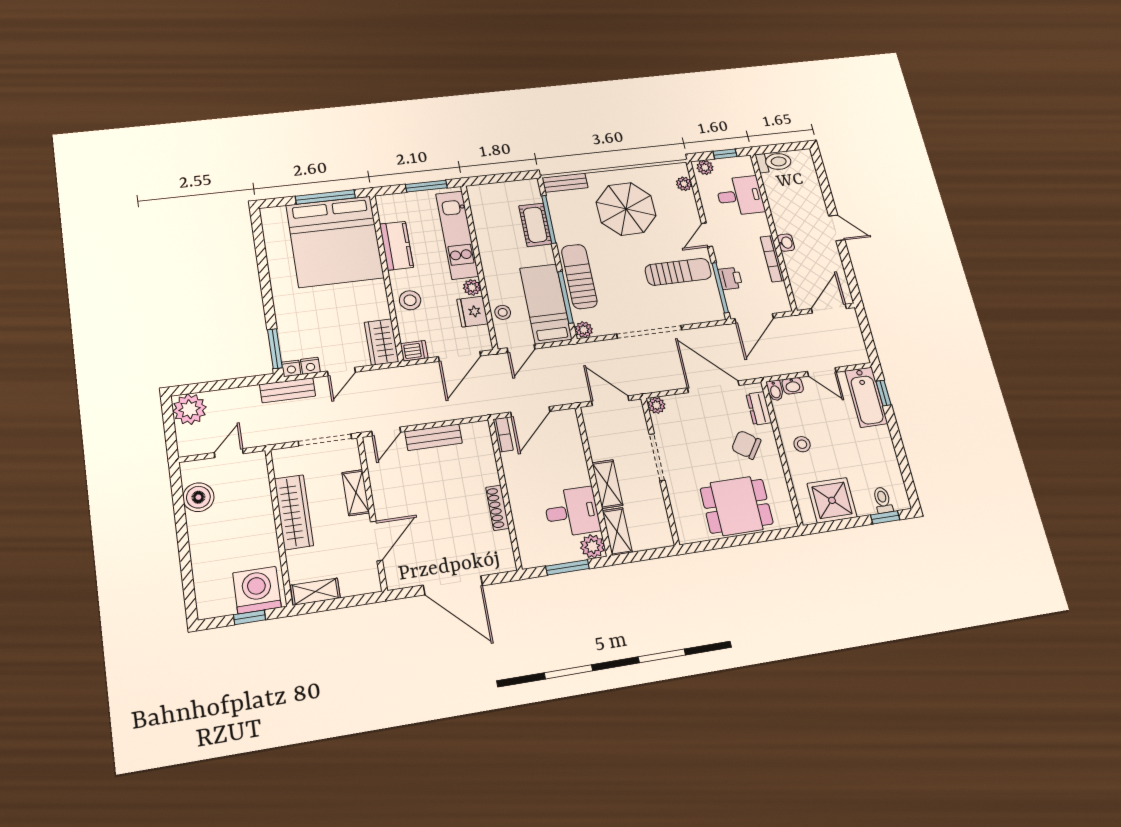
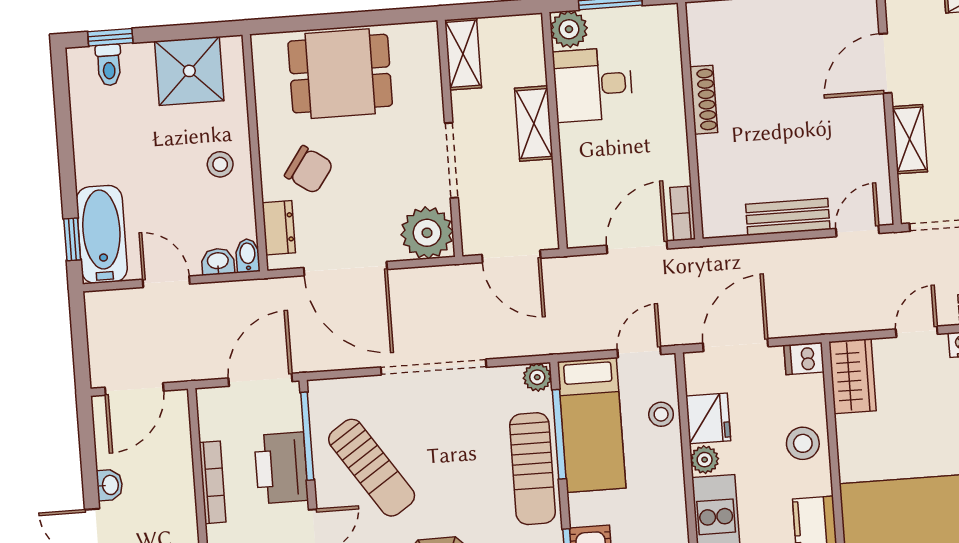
washbasin: (786, 243) -> (110, 485), moved, turned 180
sun lounger: (678, 272) -> (372, 468), turned -124
printer: (730, 278) -> (281, 468), width x1.87, depth x1.48
plant: (656, 405) -> (427, 233), width x1.87, depth x1.87
shelving: (617, 531) -> (463, 54), moved

